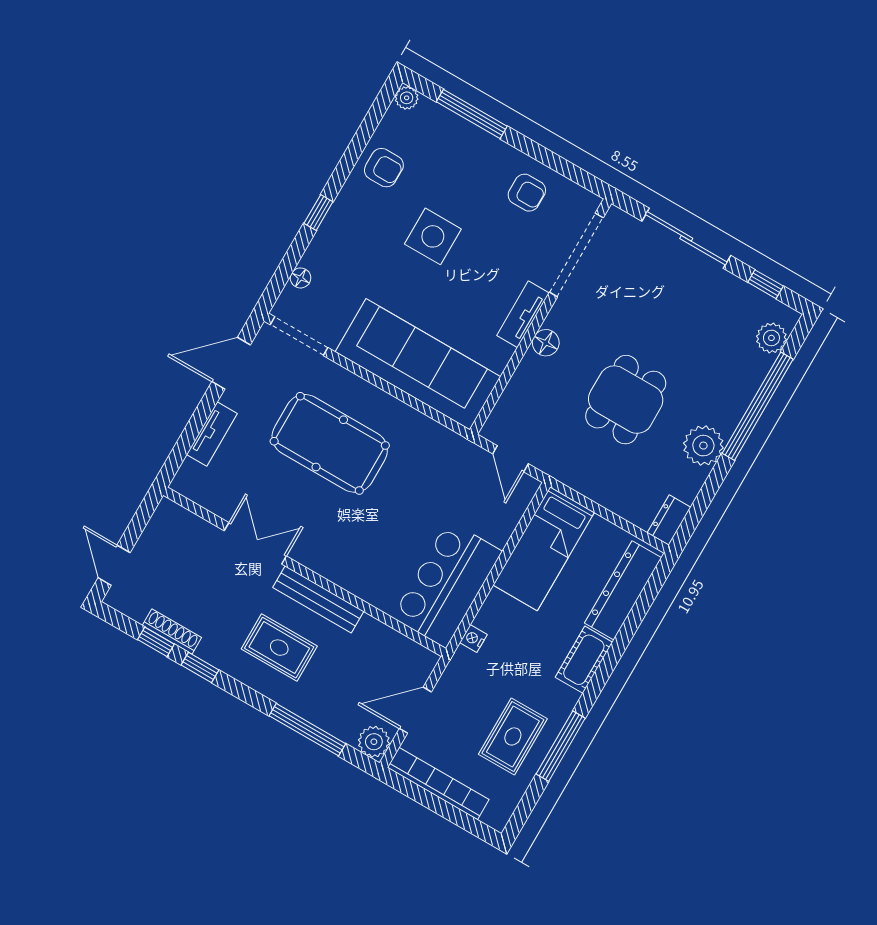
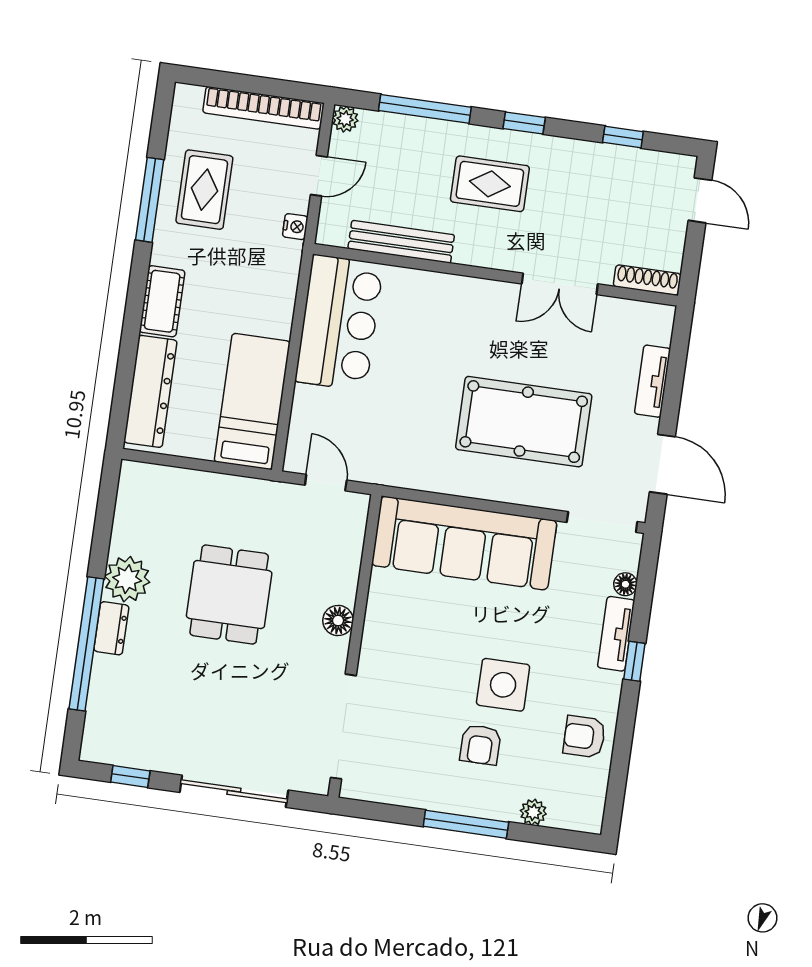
plant: (407, 98) -> (533, 812), moved
window: (472, 114) -> (466, 824), moved
armchair: (527, 193) -> (480, 745), moved, turned -90
tv unit: (523, 314) -> (616, 634), moved, turned 180
plant: (771, 338) -> (101, 722), removed
door: (231, 363) -> (662, 464), hinge flipped
dresser: (669, 520) -> (111, 628), moved
bench: (318, 599) -> (401, 242), moved
shoe rack: (172, 631) -> (647, 280), moved, turned 180
nightstand: (473, 639) -> (295, 227), moved
window: (200, 667) -> (524, 123), moved
door: (415, 710) -> (319, 176), width x0.73
plant: (374, 742) -> (345, 119), width x0.73, depth x0.73

